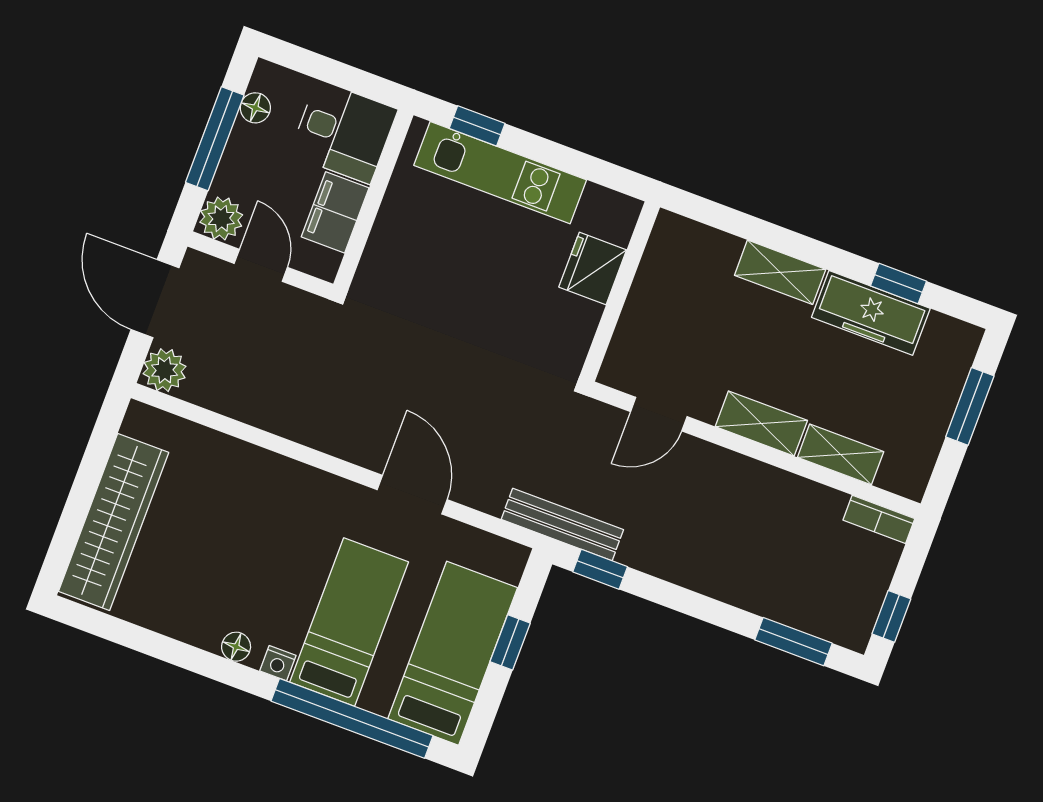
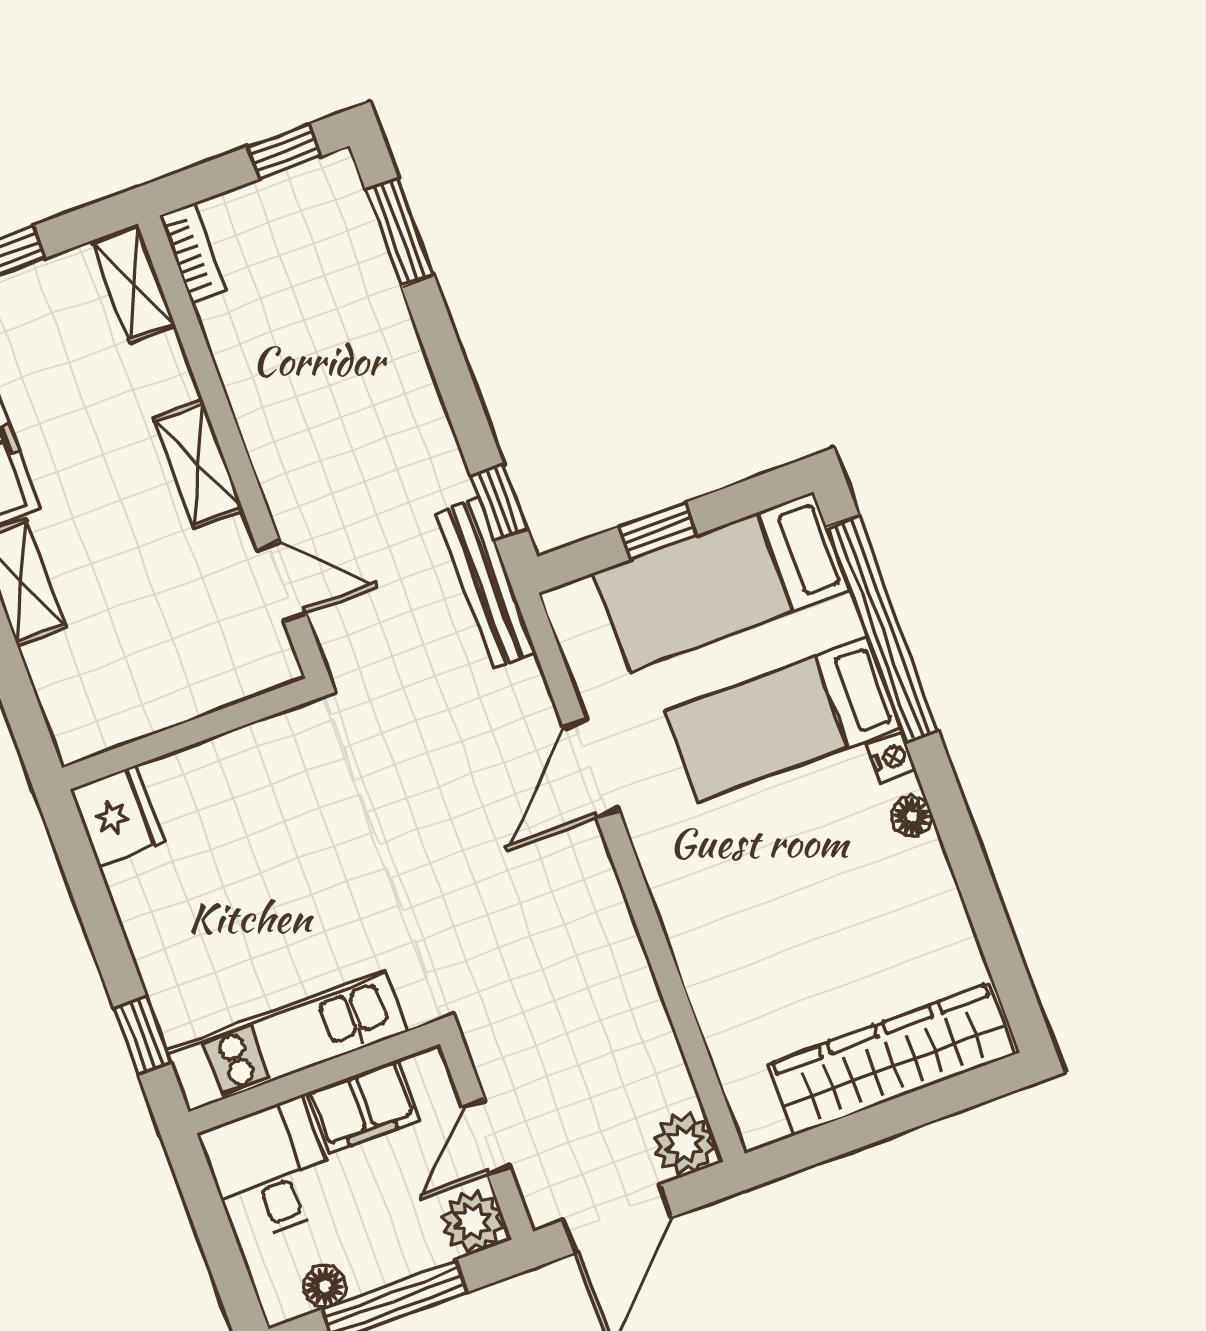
kitchen unit: (500, 173) -> (287, 1041), moved, turned -90
fridge: (593, 268) -> (117, 816), moved, turned -90
shelving: (841, 454) -> (134, 284), moved

